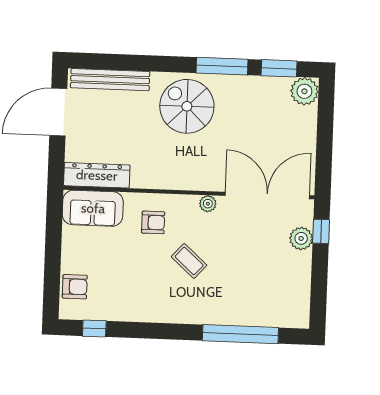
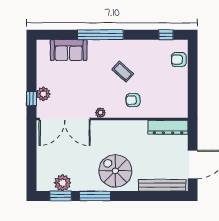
plant: (304, 91) -> (63, 183), moved
spiral stairs: (187, 106) -> (115, 171), turned 180
sofa: (93, 208) -> (69, 50), moved, turned 180
coffee table: (189, 261) -> (123, 72), moved
window: (240, 334) -> (100, 35), moved

